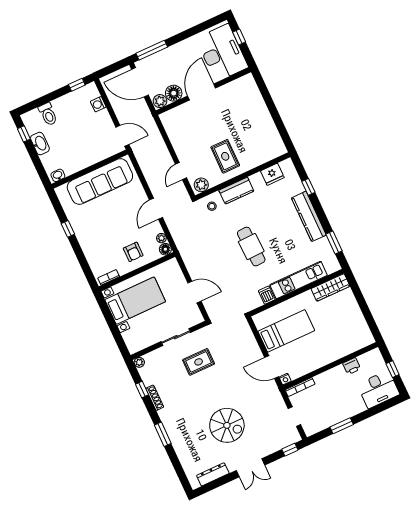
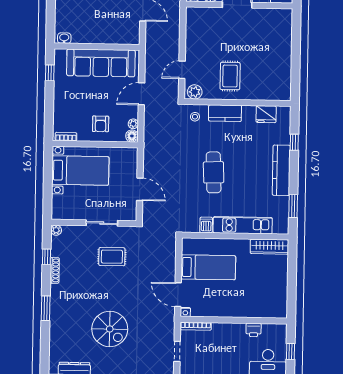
wall: (90, 169) -> (97, 47), moved
washbasin: (58, 175) -> (64, 38), moved
sofa: (100, 182) -> (101, 63), moved

